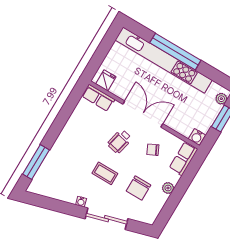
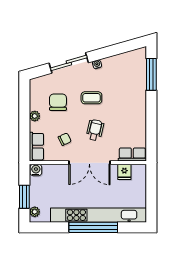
fridge: (106, 80) -> (124, 172), moved

